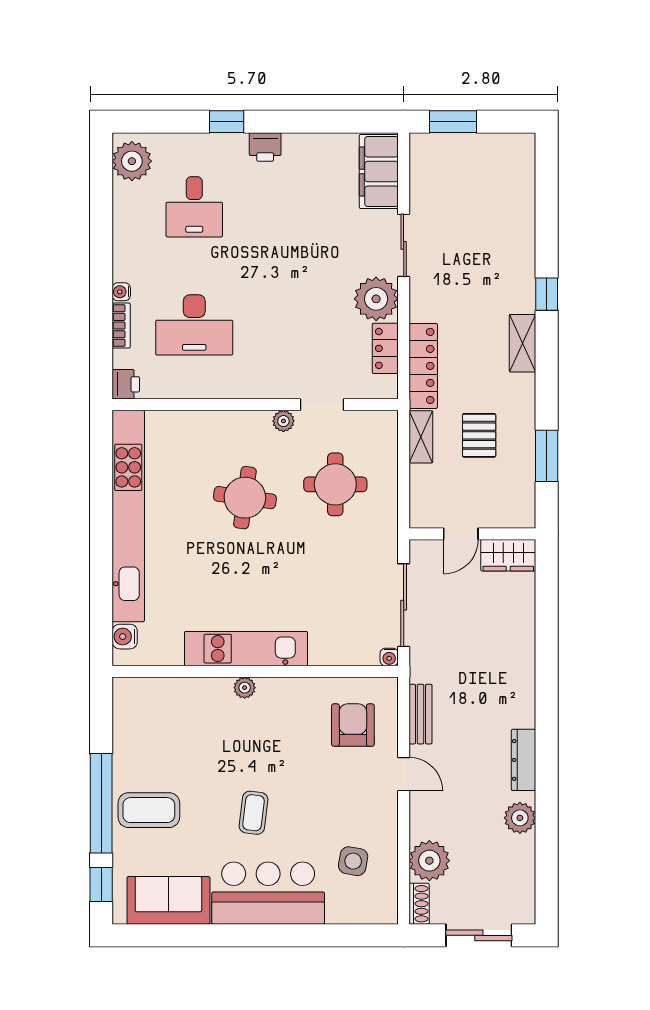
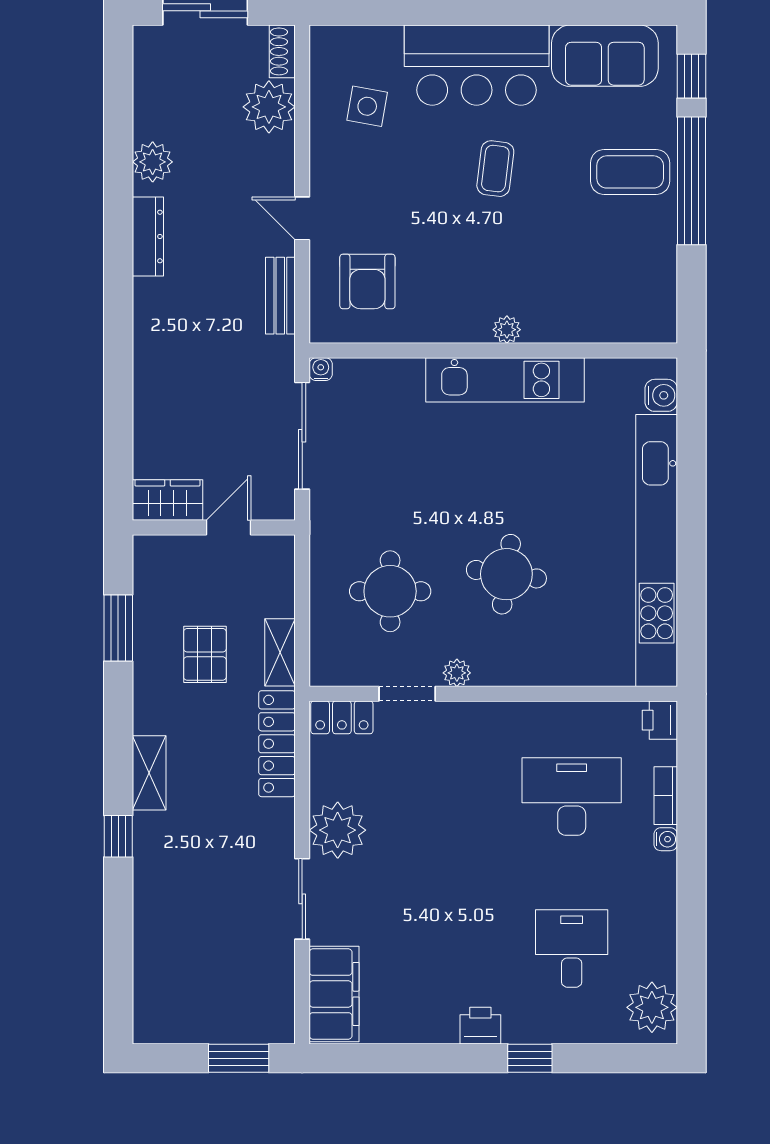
locker: (385, 348) -> (342, 717), moved, turned 90

